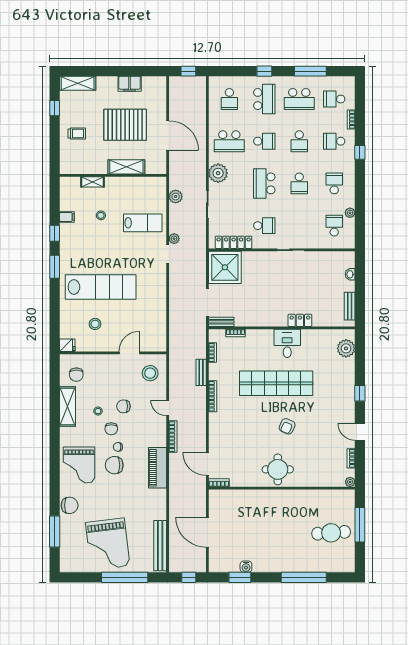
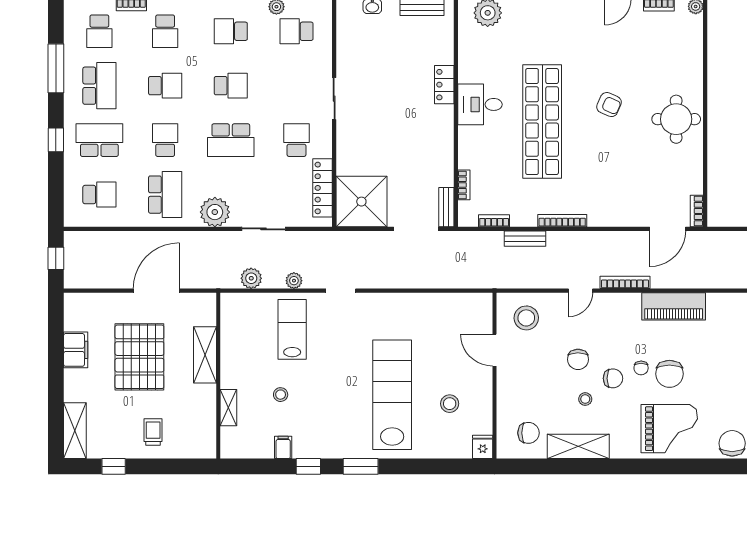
plant: (174, 239) -> (294, 281), moved

